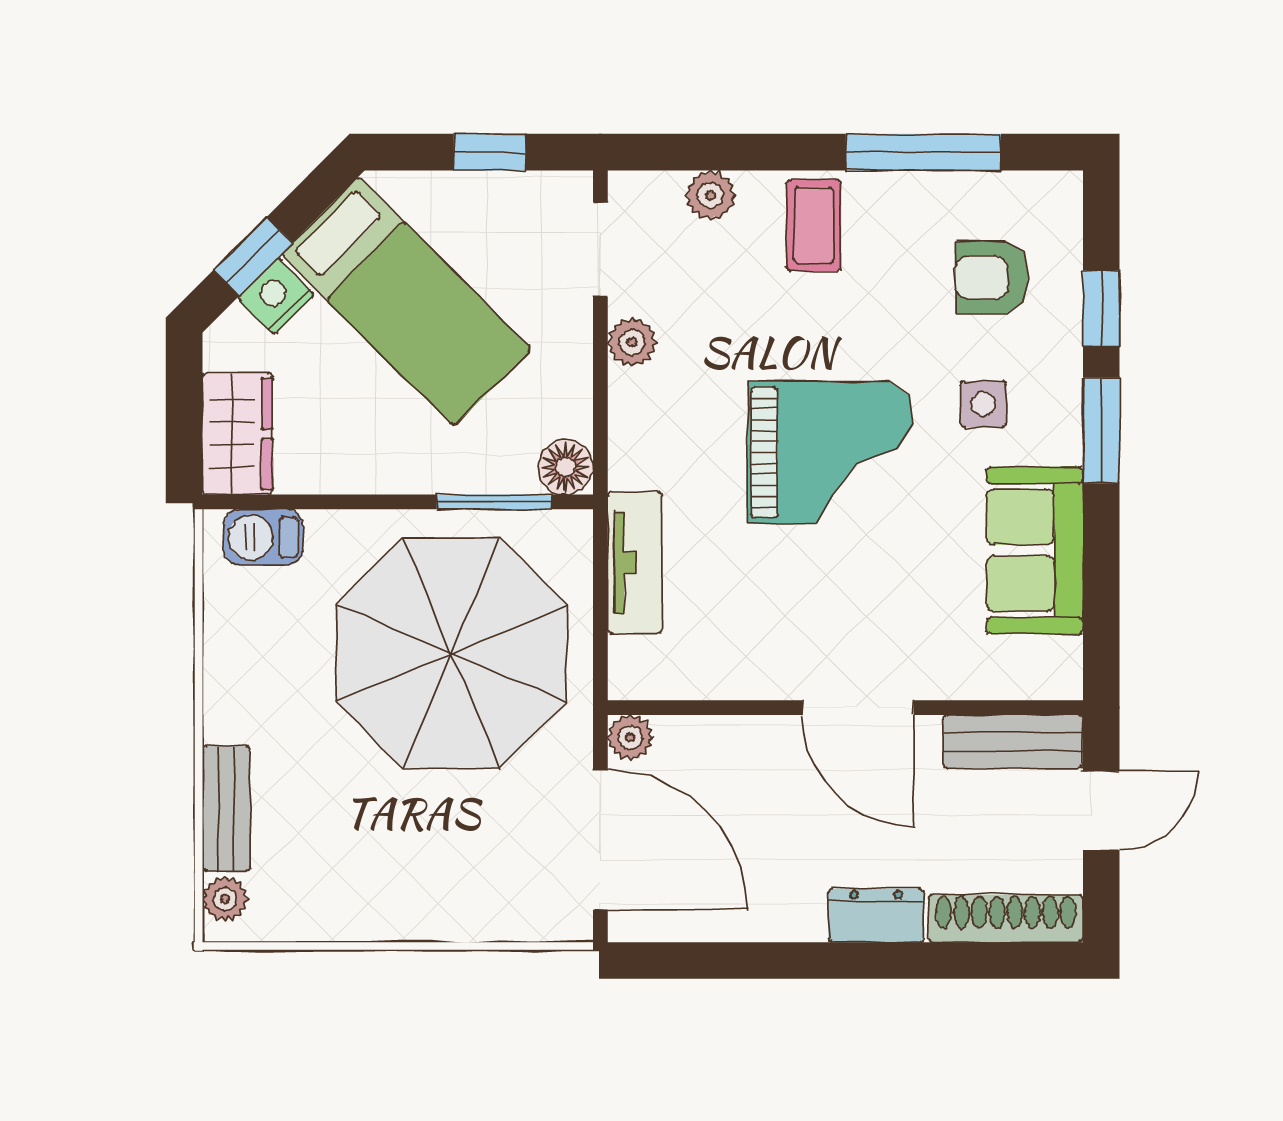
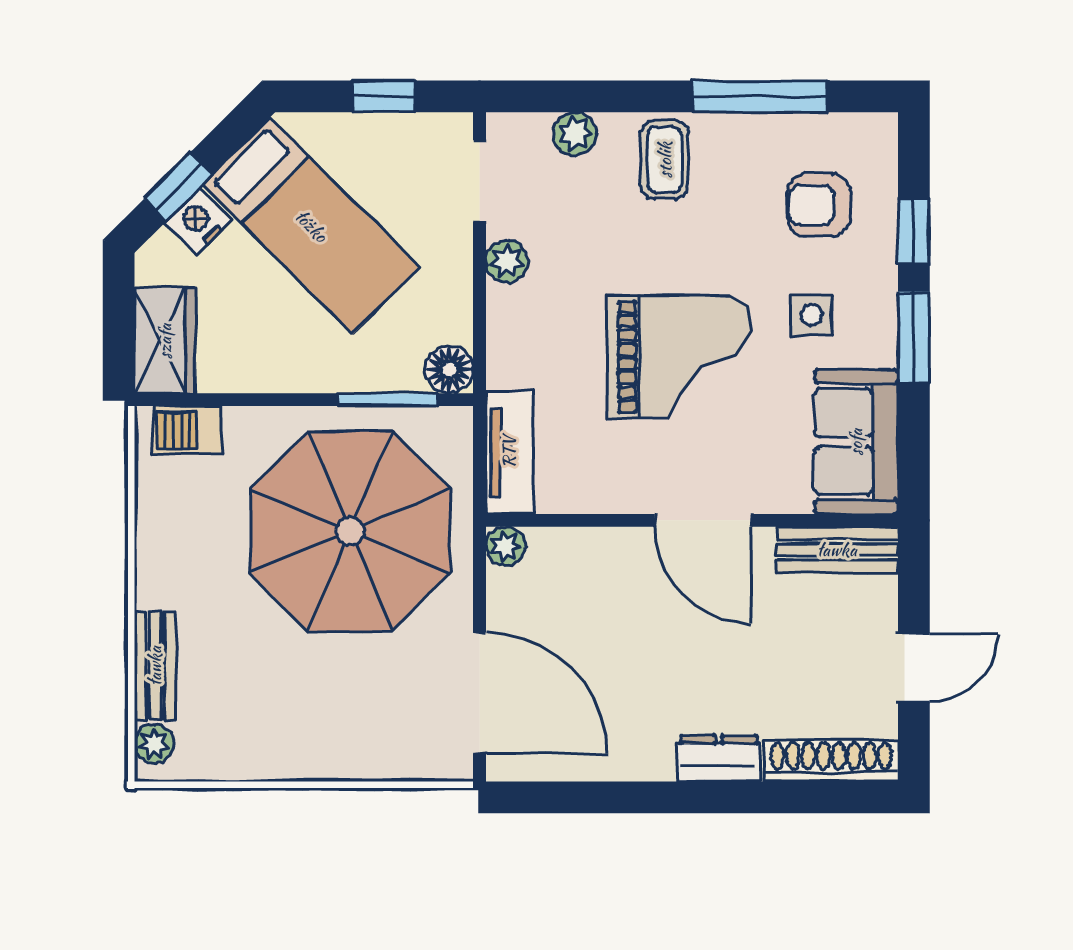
wall: (845, 708) -> (692, 520), moved
door: (858, 708) -> (703, 520), moved
plant: (630, 738) -> (505, 546), moved
bench: (1013, 741) -> (837, 550), moved

